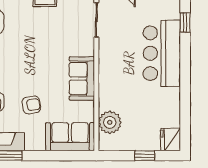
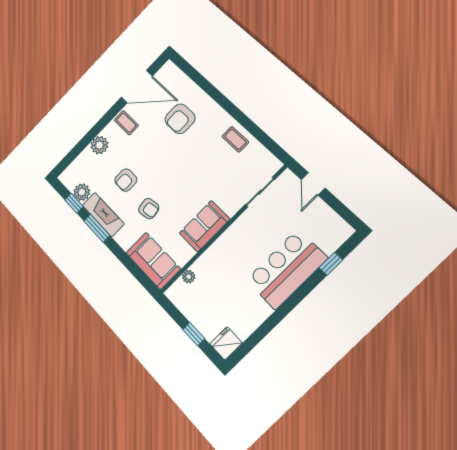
plant: (110, 122) -> (189, 277), width x0.53, depth x0.53

